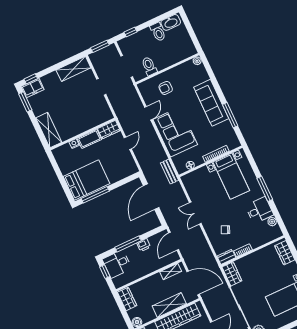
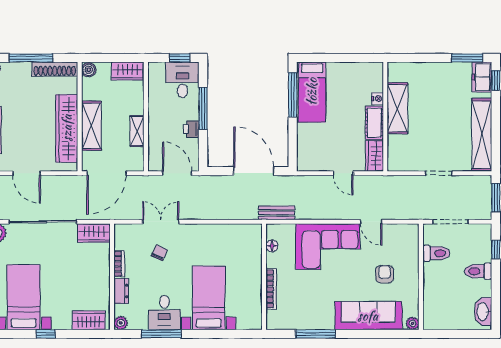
toilet: (158, 32) -> (478, 271), moved
shelving: (73, 69) -> (482, 135), width x1.47
armchair: (166, 88) -> (385, 274), moved
sofa: (211, 103) -> (368, 316), moved
shelving: (49, 130) -> (397, 108), moved, turned 90
bed with nightstands: (231, 176) -> (209, 298), moved, turned 90
bed: (86, 180) -> (312, 92), width x0.67
window: (265, 189) -> (161, 334), moved
double door: (195, 213) -> (161, 222), moved
plant: (272, 222) -> (121, 323), moved
dresser: (226, 257) -> (121, 291), moved
shelving: (171, 272) -> (137, 131), moved

